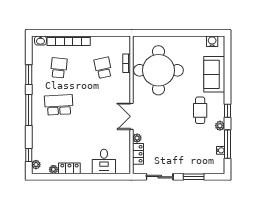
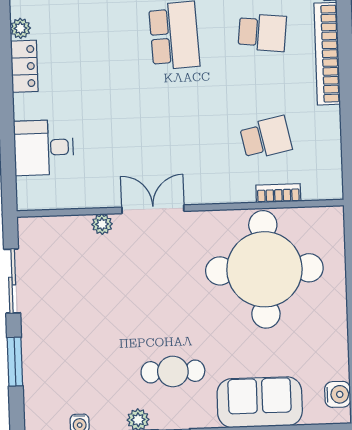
locker: (138, 154) -> (65, 228), removed

